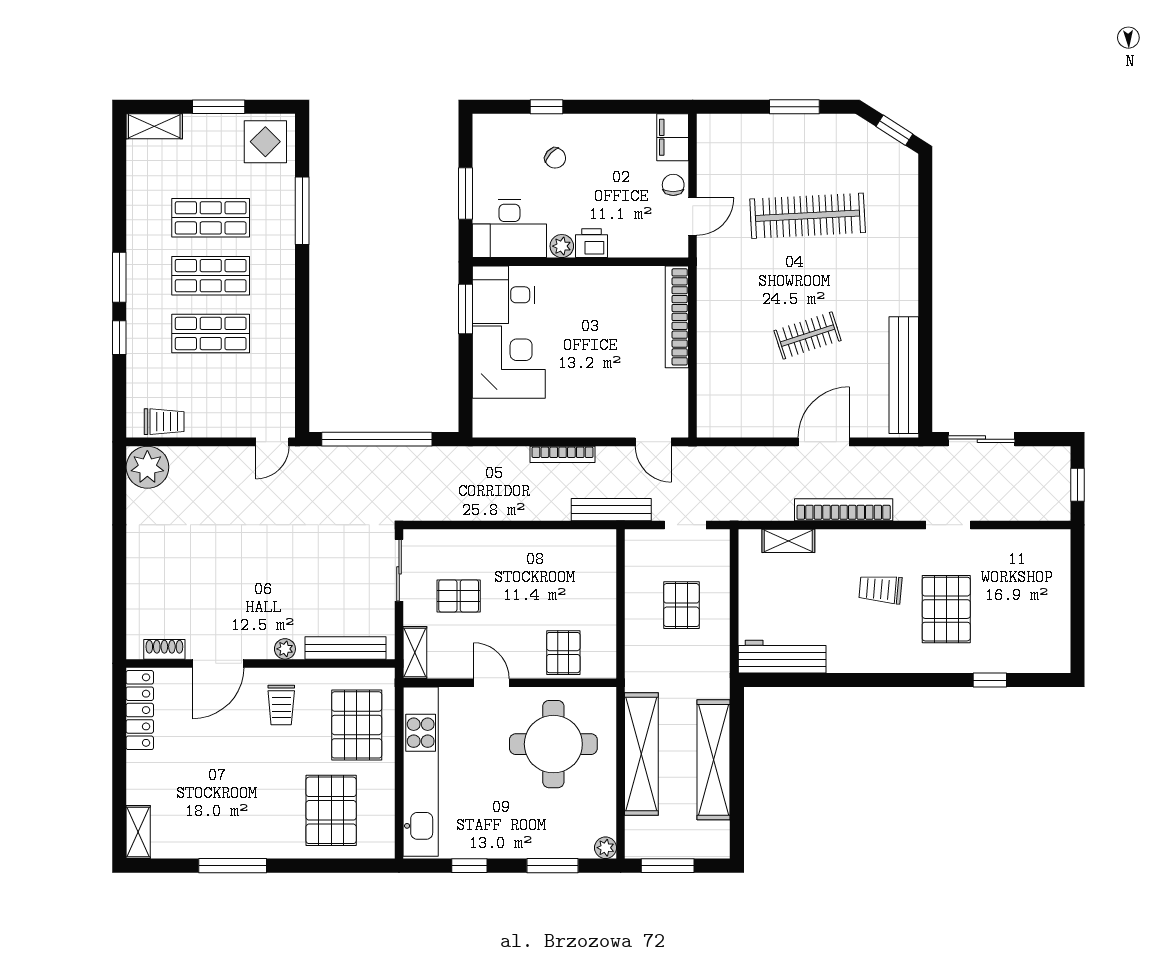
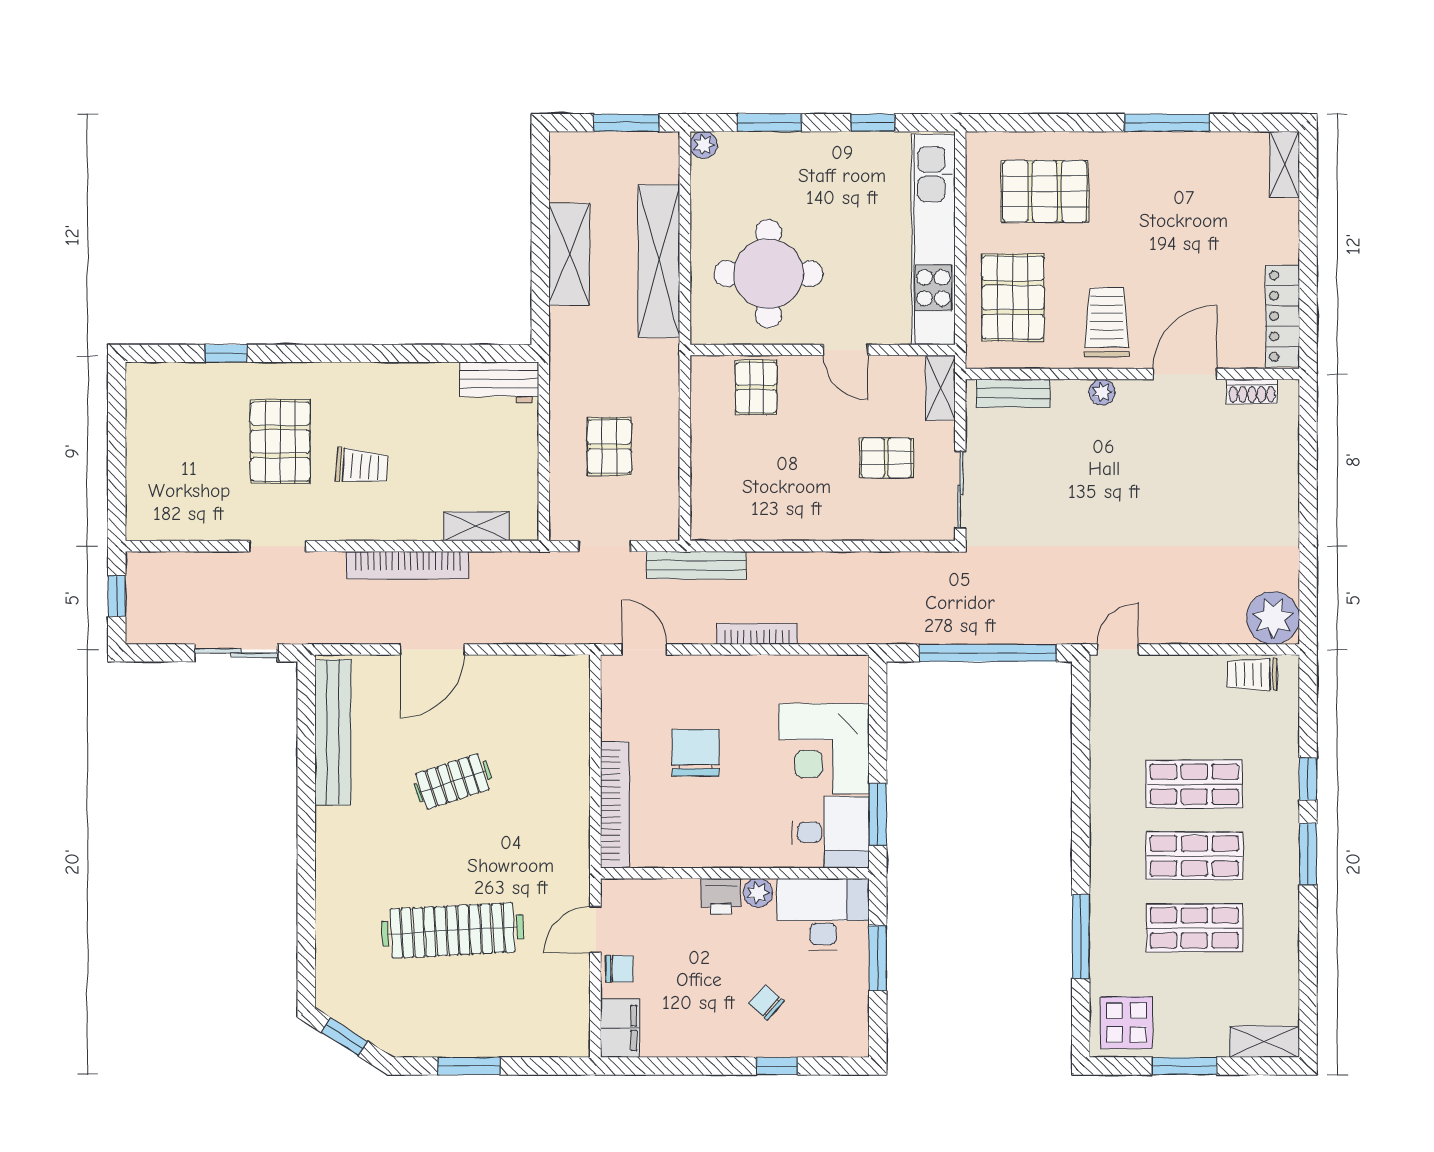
chair: (673, 185) -> (619, 969), turned -90
chair: (612, 359) -> (696, 753), added
bench: (346, 648) -> (1013, 393), width x0.73
workbench: (782, 657) -> (499, 382), width x0.73
trolley: (281, 705) -> (1107, 322), width x1.36, depth x1.39
shelving: (714, 760) -> (569, 254), width x0.68
pallet: (331, 810) -> (1045, 191), turned 90

